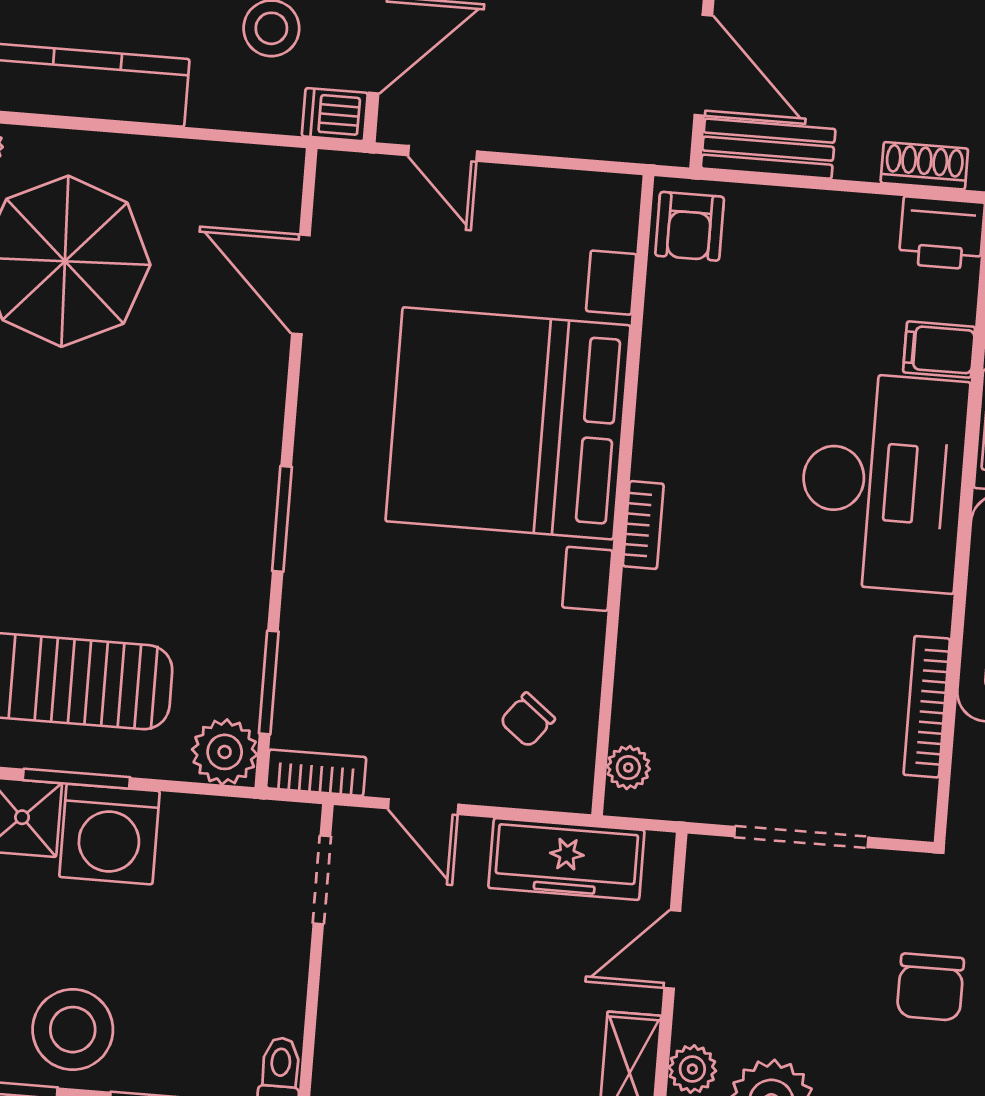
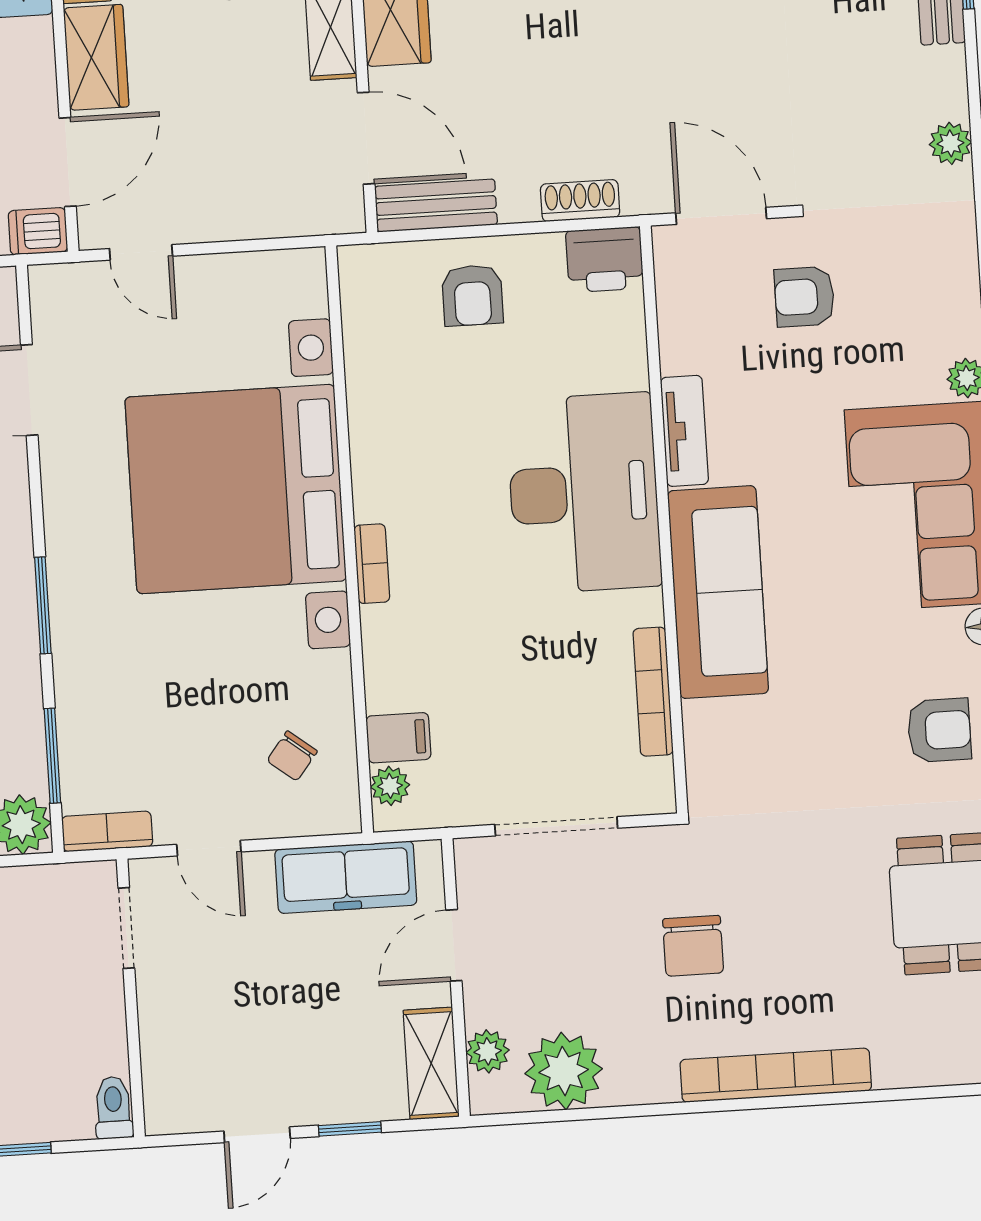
armchair: (690, 226) -> (472, 295), moved
filing cabinet: (939, 350) -> (398, 738), moved, turned 180

